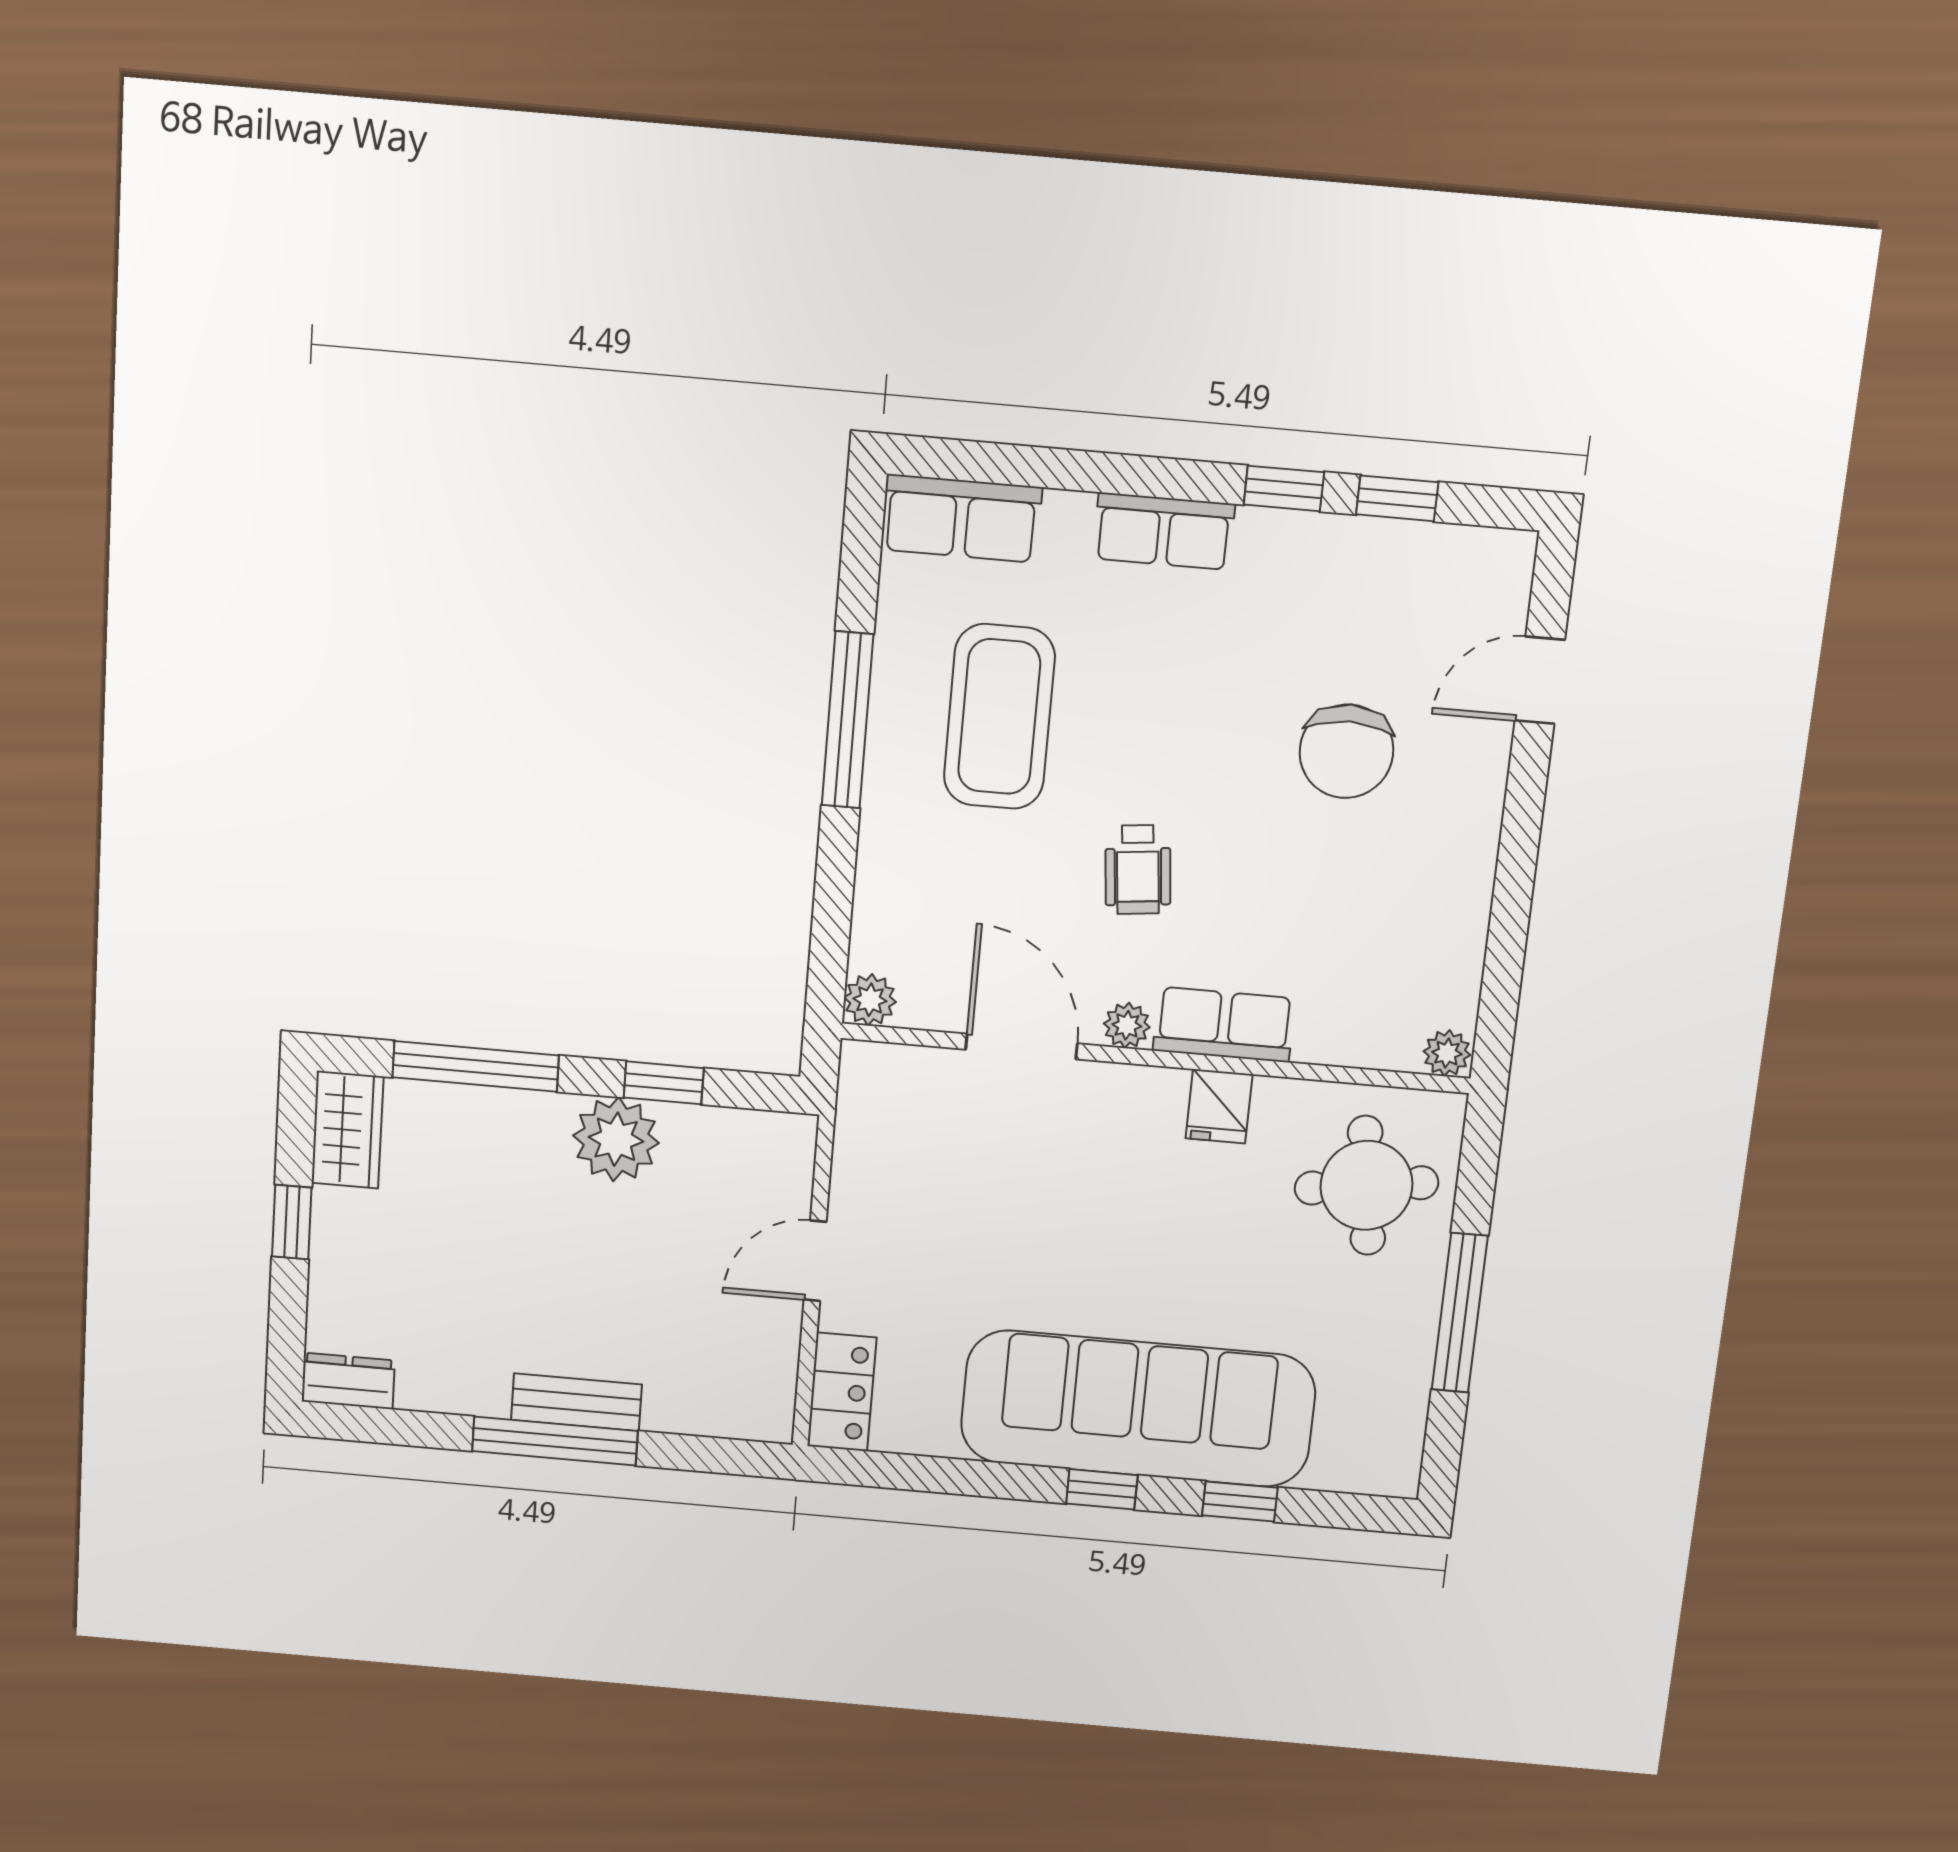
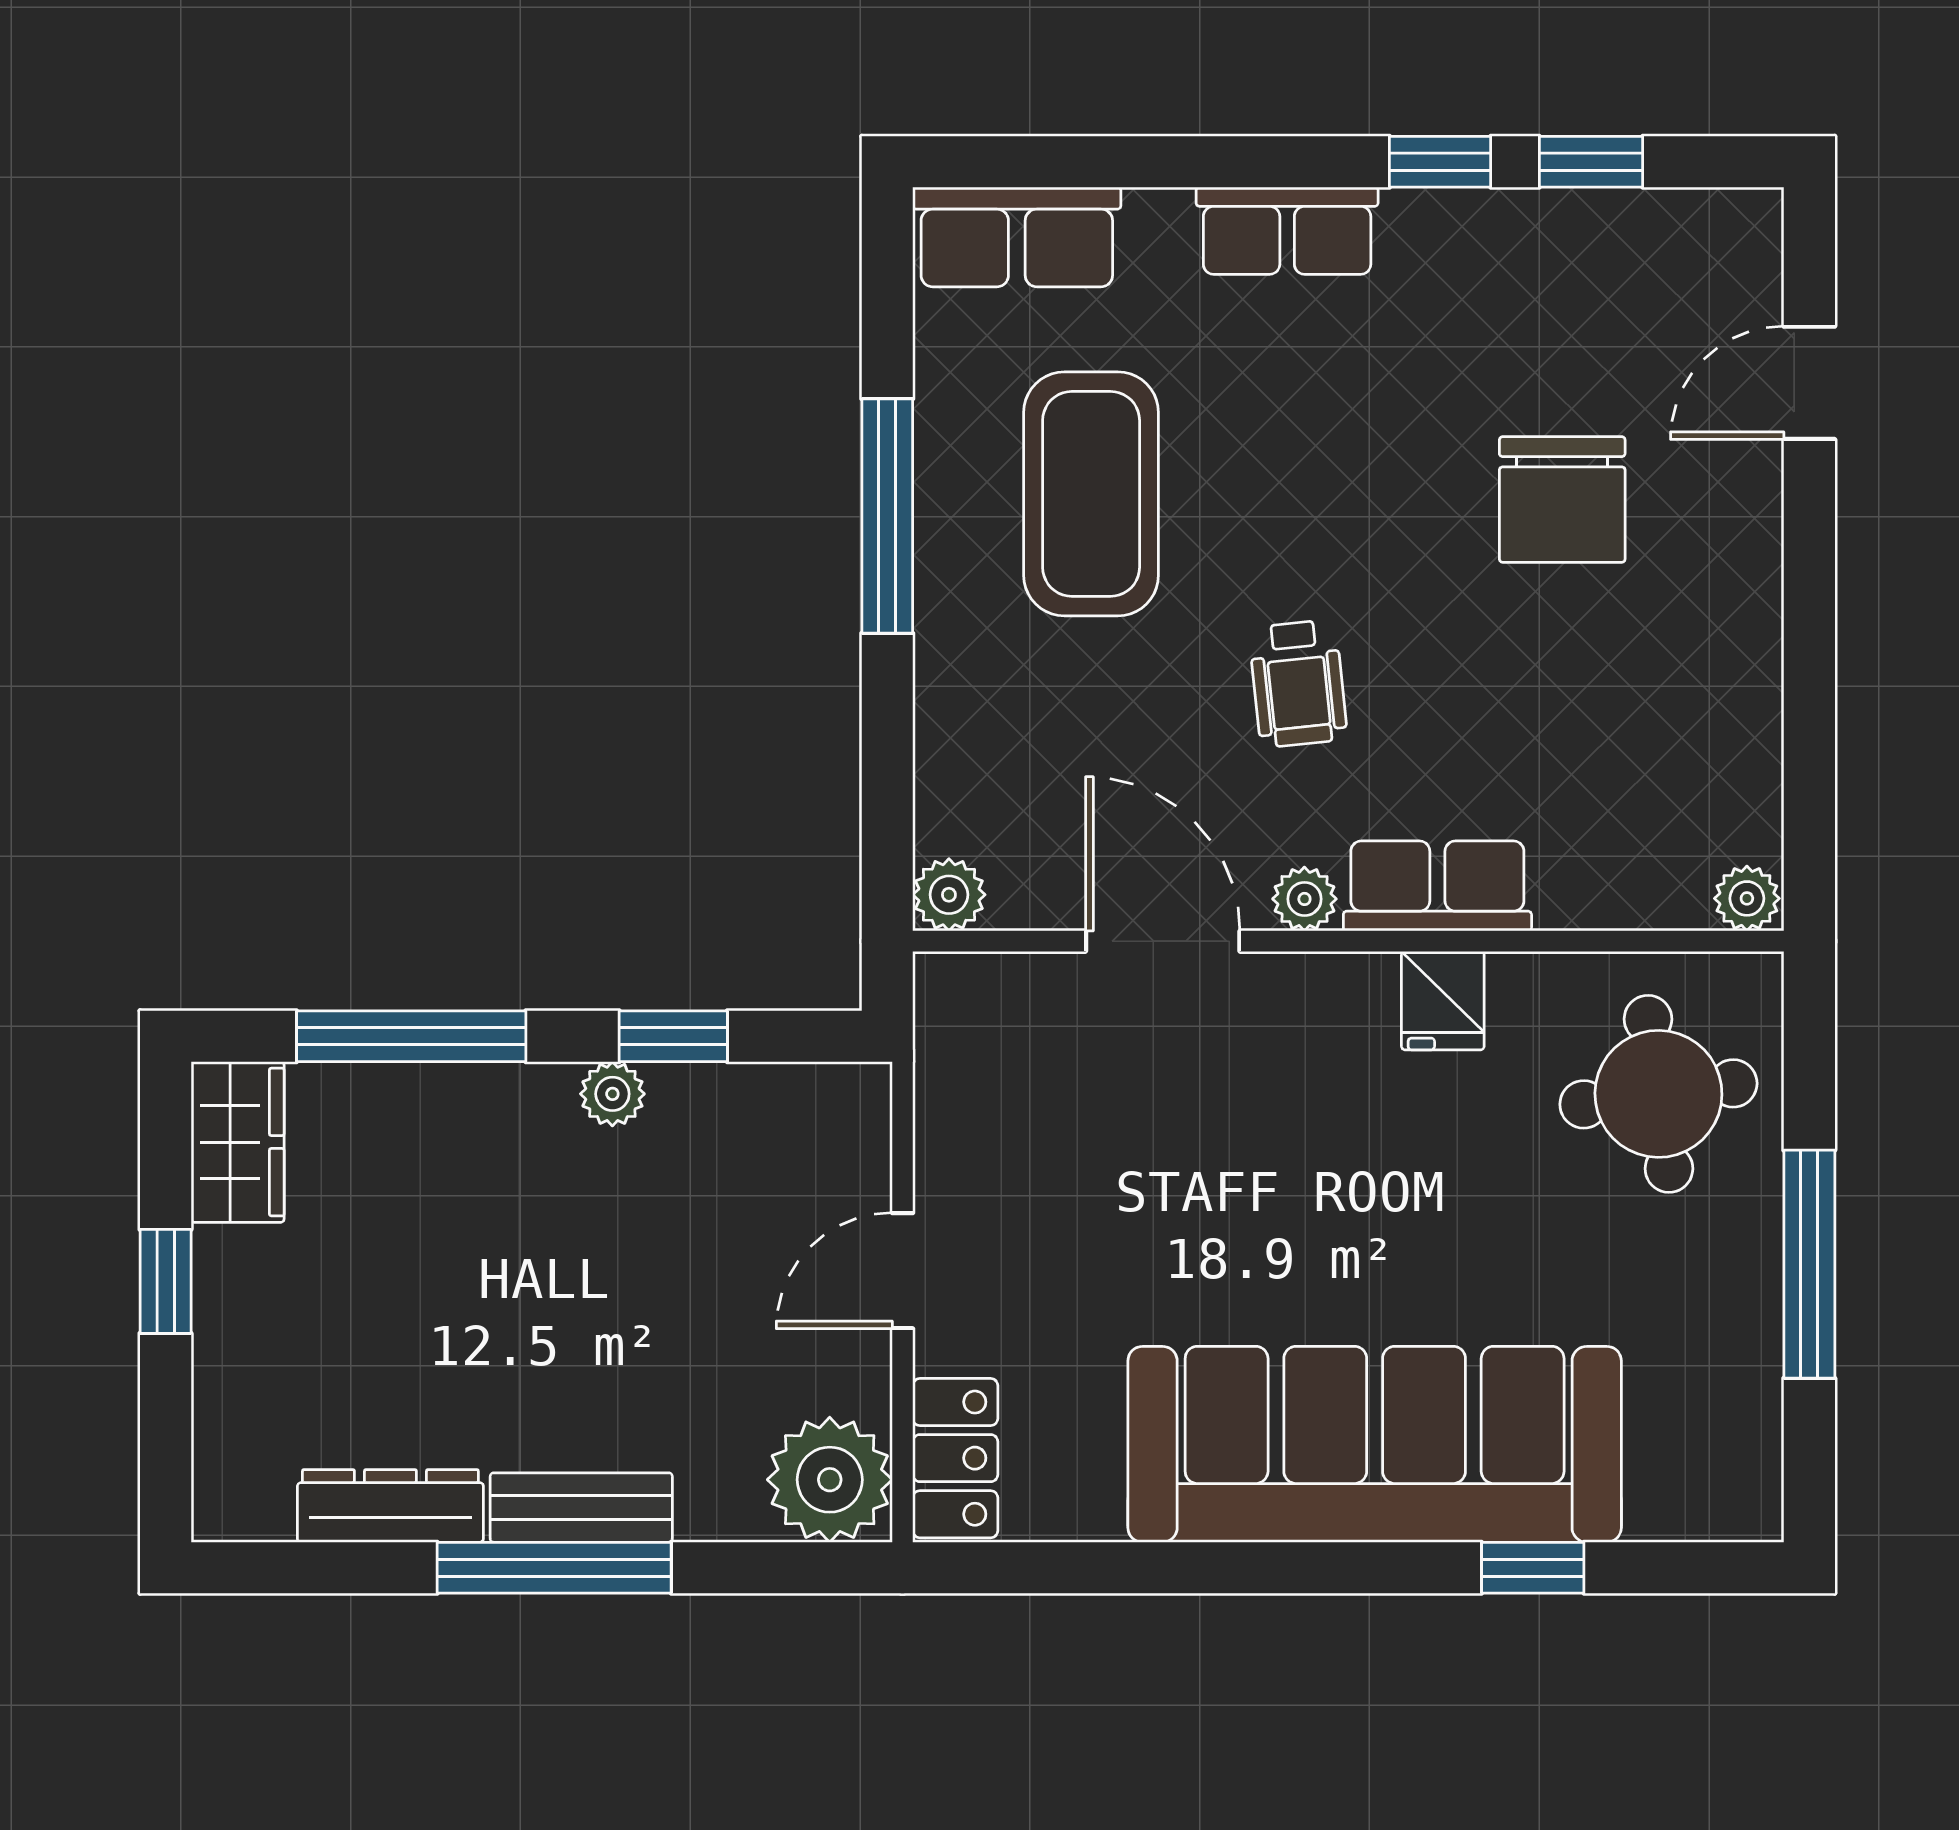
plant: (616, 1139) -> (612, 1094), width x0.53, depth x0.53
dresser: (348, 1381) -> (390, 1506), moved, width x1.44
plant: (752, 1399) -> (830, 1480), added
window: (1102, 1489) -> (1336, 1568), removed

